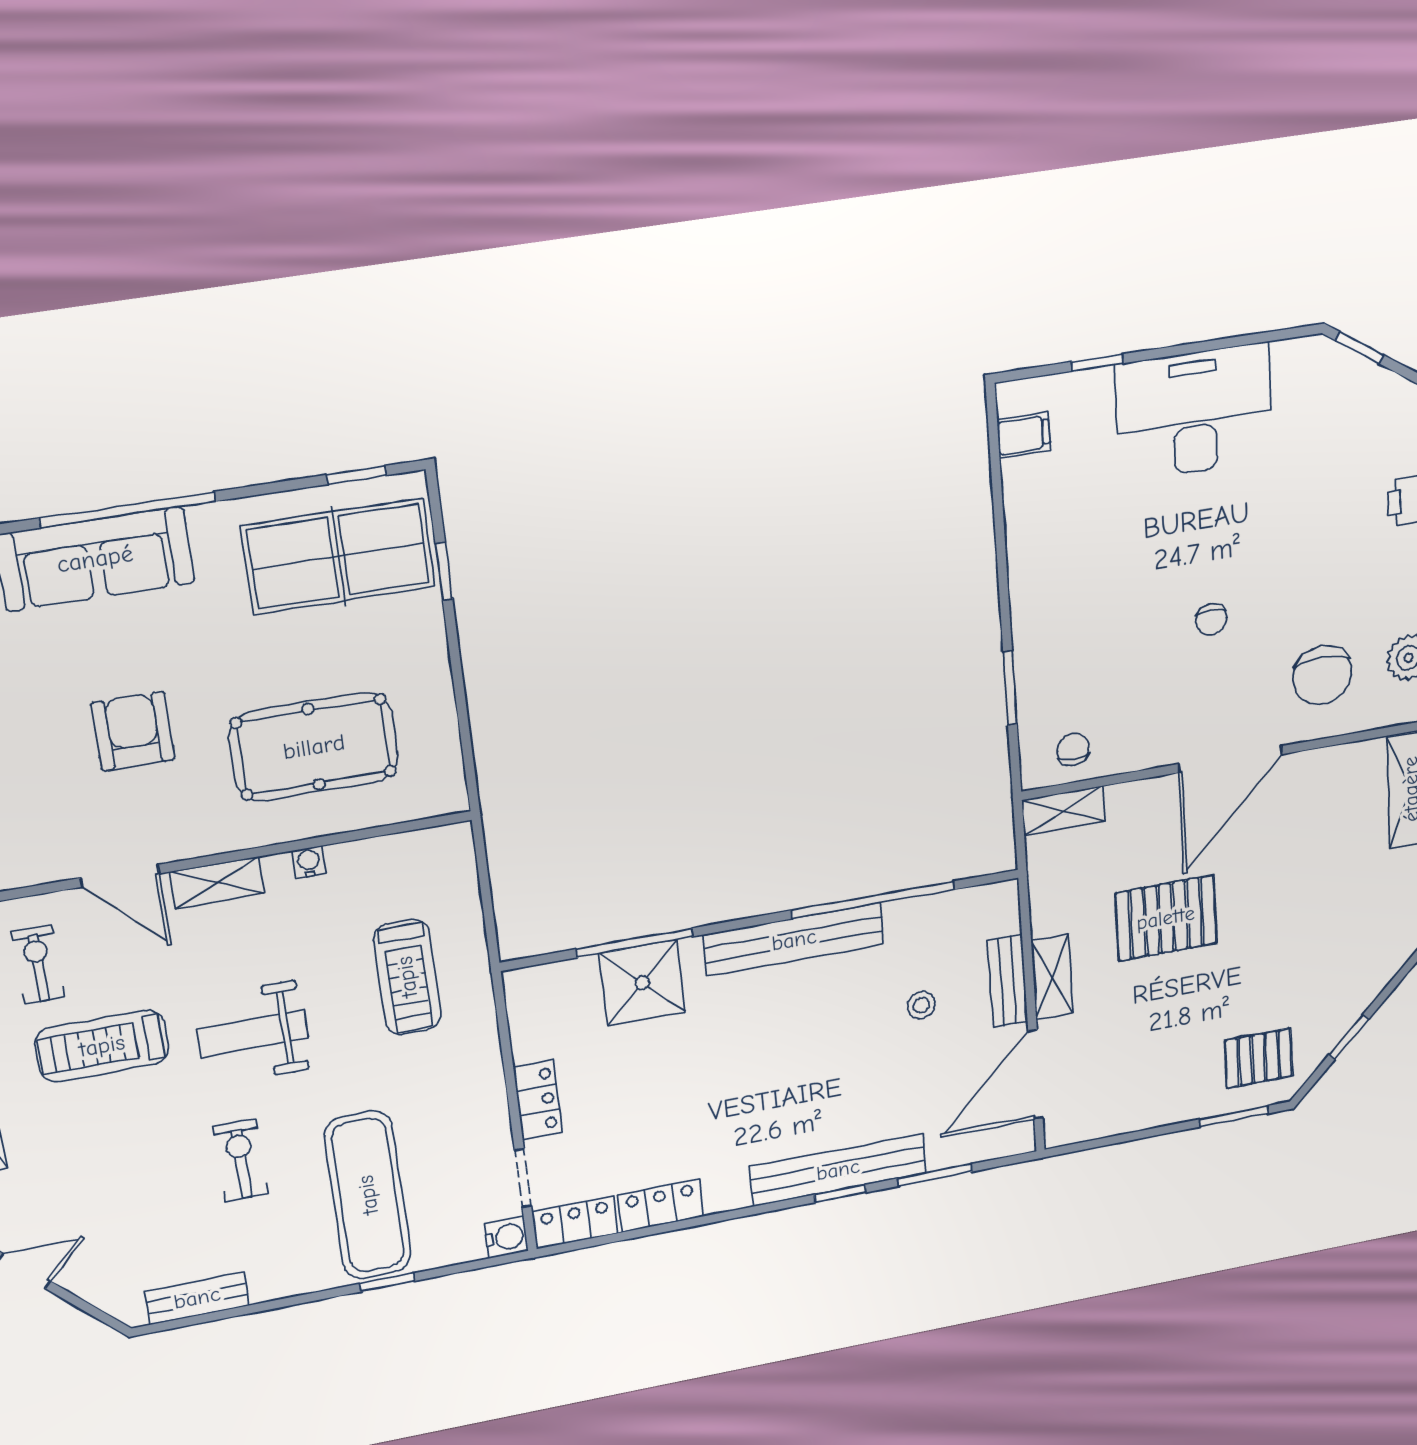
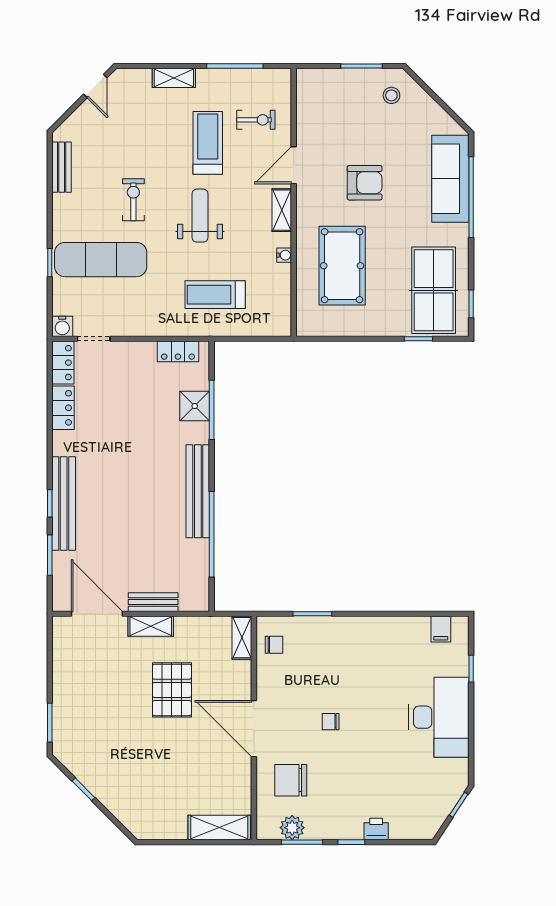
shower: (642, 983) -> (195, 406), width x0.73, depth x0.73
stool: (921, 1005) -> (149, 555), removed
pallet: (1259, 1058) -> (81, 738), removed
locker: (538, 1100) -> (178, 351), moved
exercise bike: (241, 1160) -> (133, 200), turned -90

